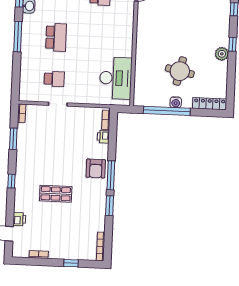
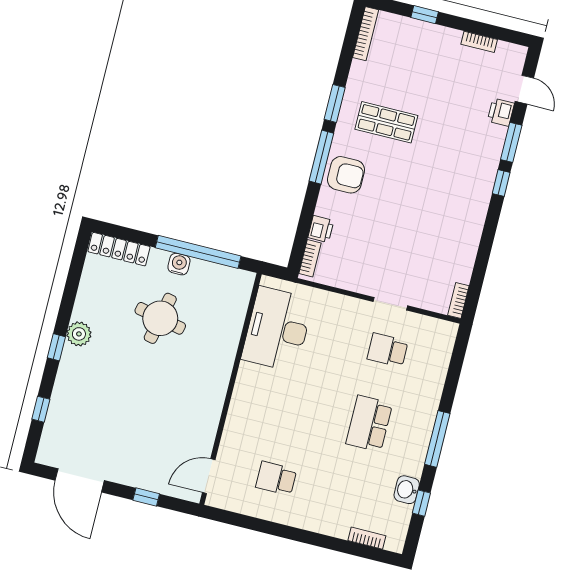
window: (13, 139) -> (511, 142), moved
armchair: (96, 168) -> (346, 175), turned 90
shop shelf: (56, 194) -> (386, 122), moved

